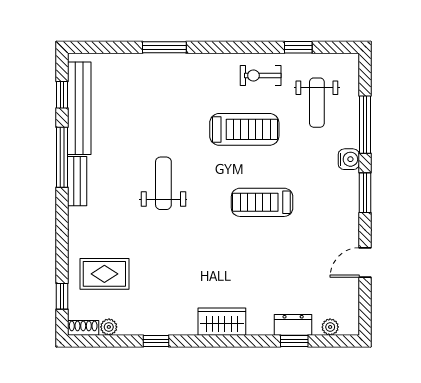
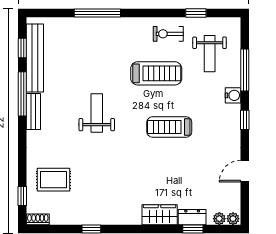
window: (164, 47) -> (97, 13), width x1.44
window: (365, 193) -> (245, 120), width x0.67
wardrobe: (222, 322) -> (160, 215), moved
plant: (109, 327) -> (233, 219), moved

